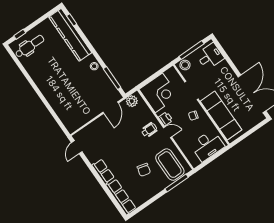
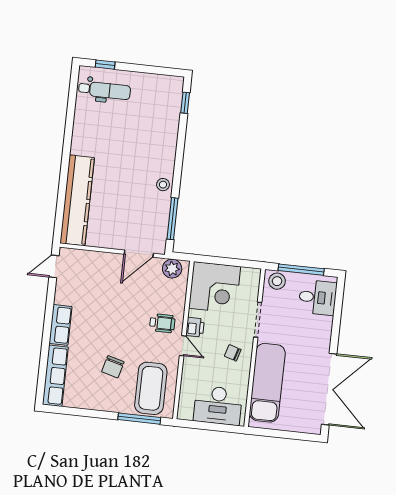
kitchen counter: (70, 35) -> (77, 200), moved, turned 180

